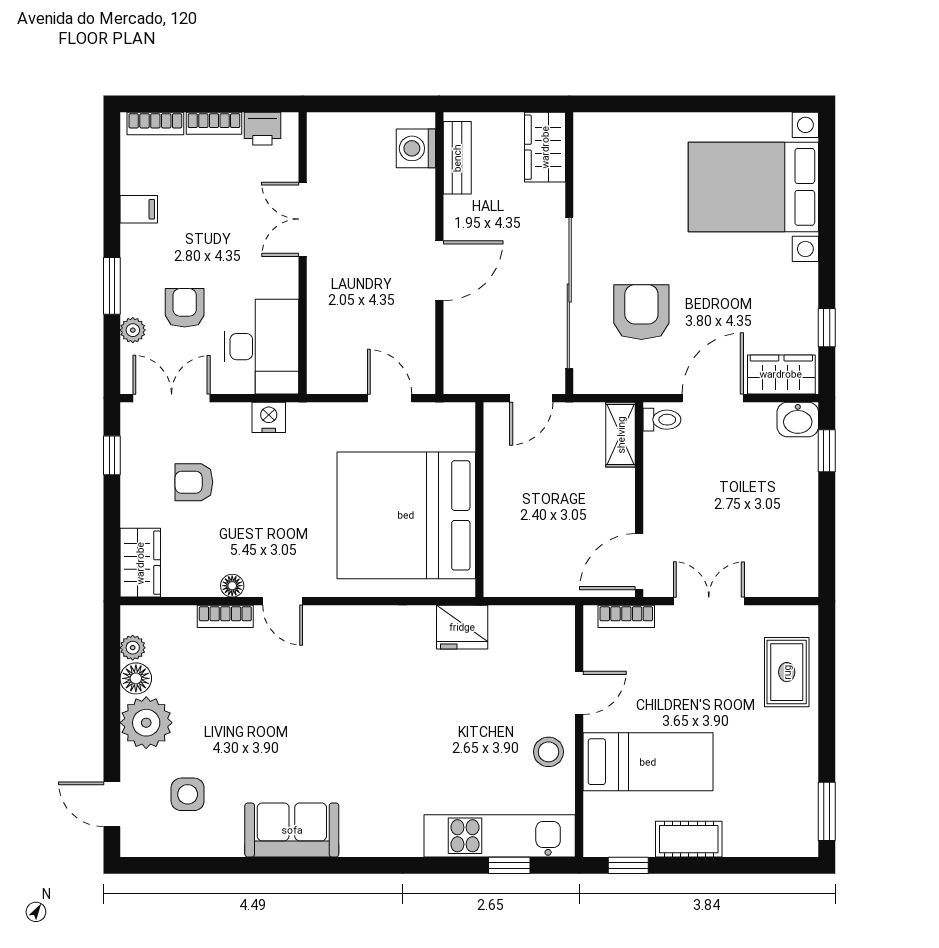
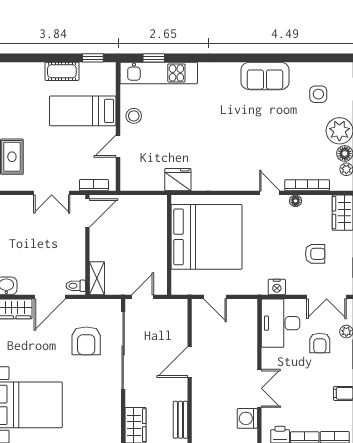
washing machine: (416, 148) -> (247, 418), moved, turned 180
bookcase: (225, 616) -> (307, 185), width x1.56

